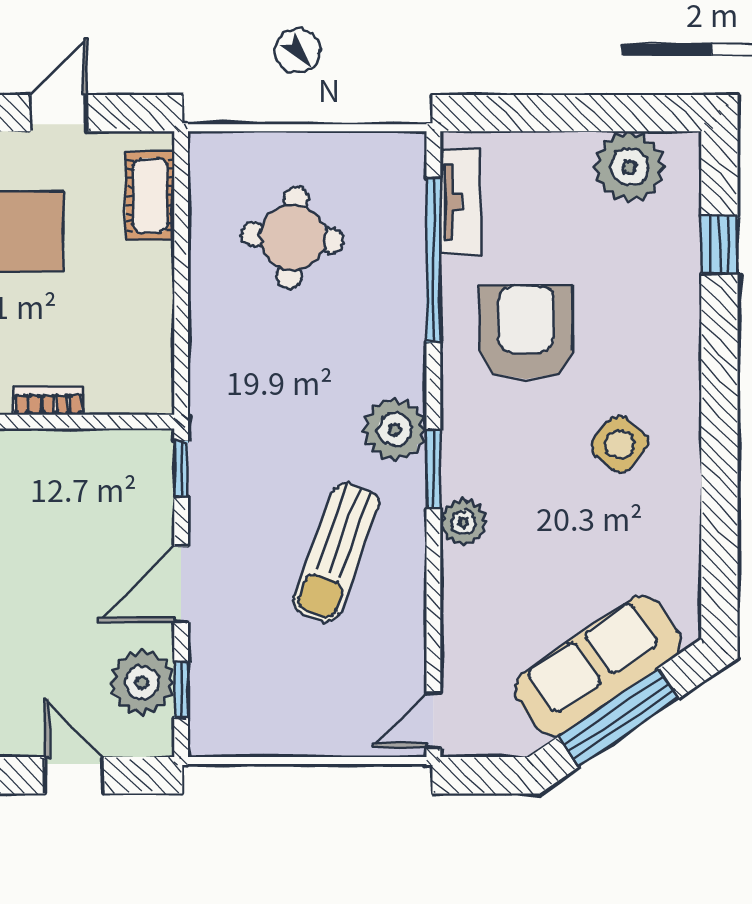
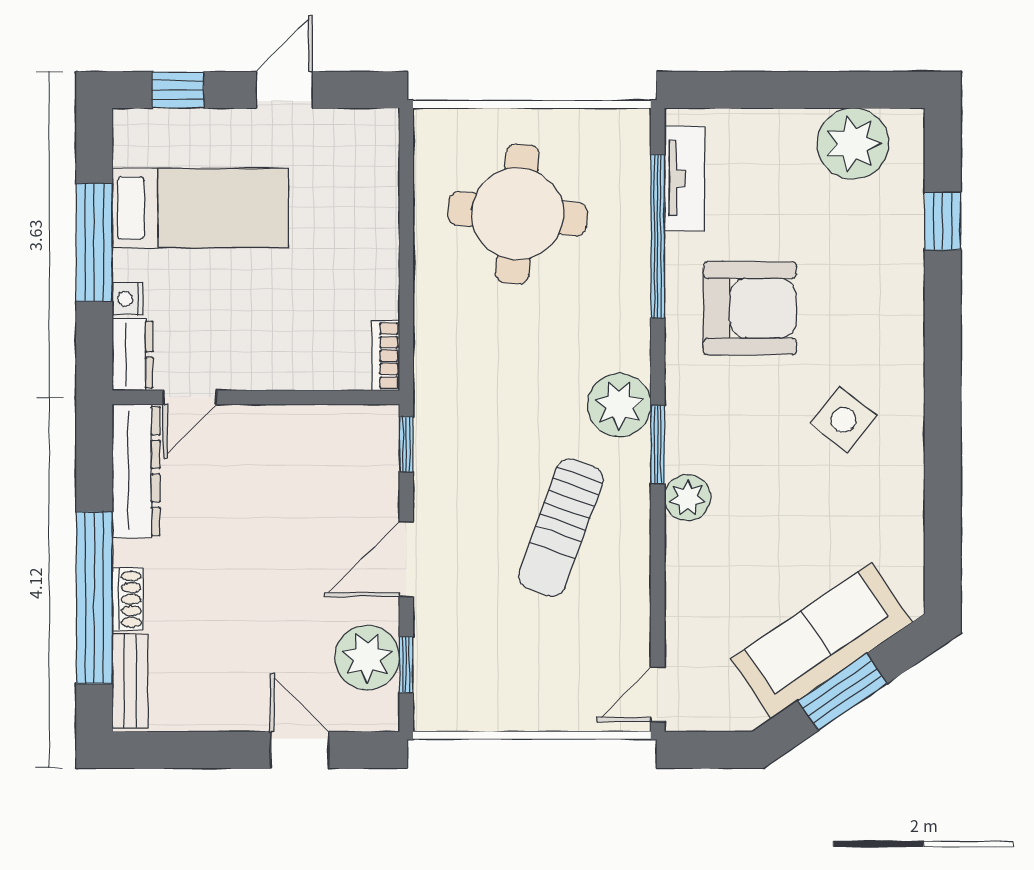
cot: (150, 196) -> (375, 172), removed
round table: (293, 237) -> (517, 214), width x1.36, depth x1.36
armchair: (526, 332) -> (750, 308), turned 90
bookcase: (48, 401) -> (386, 356), moved, turned -90
window: (619, 717) -> (842, 692), width x0.69

